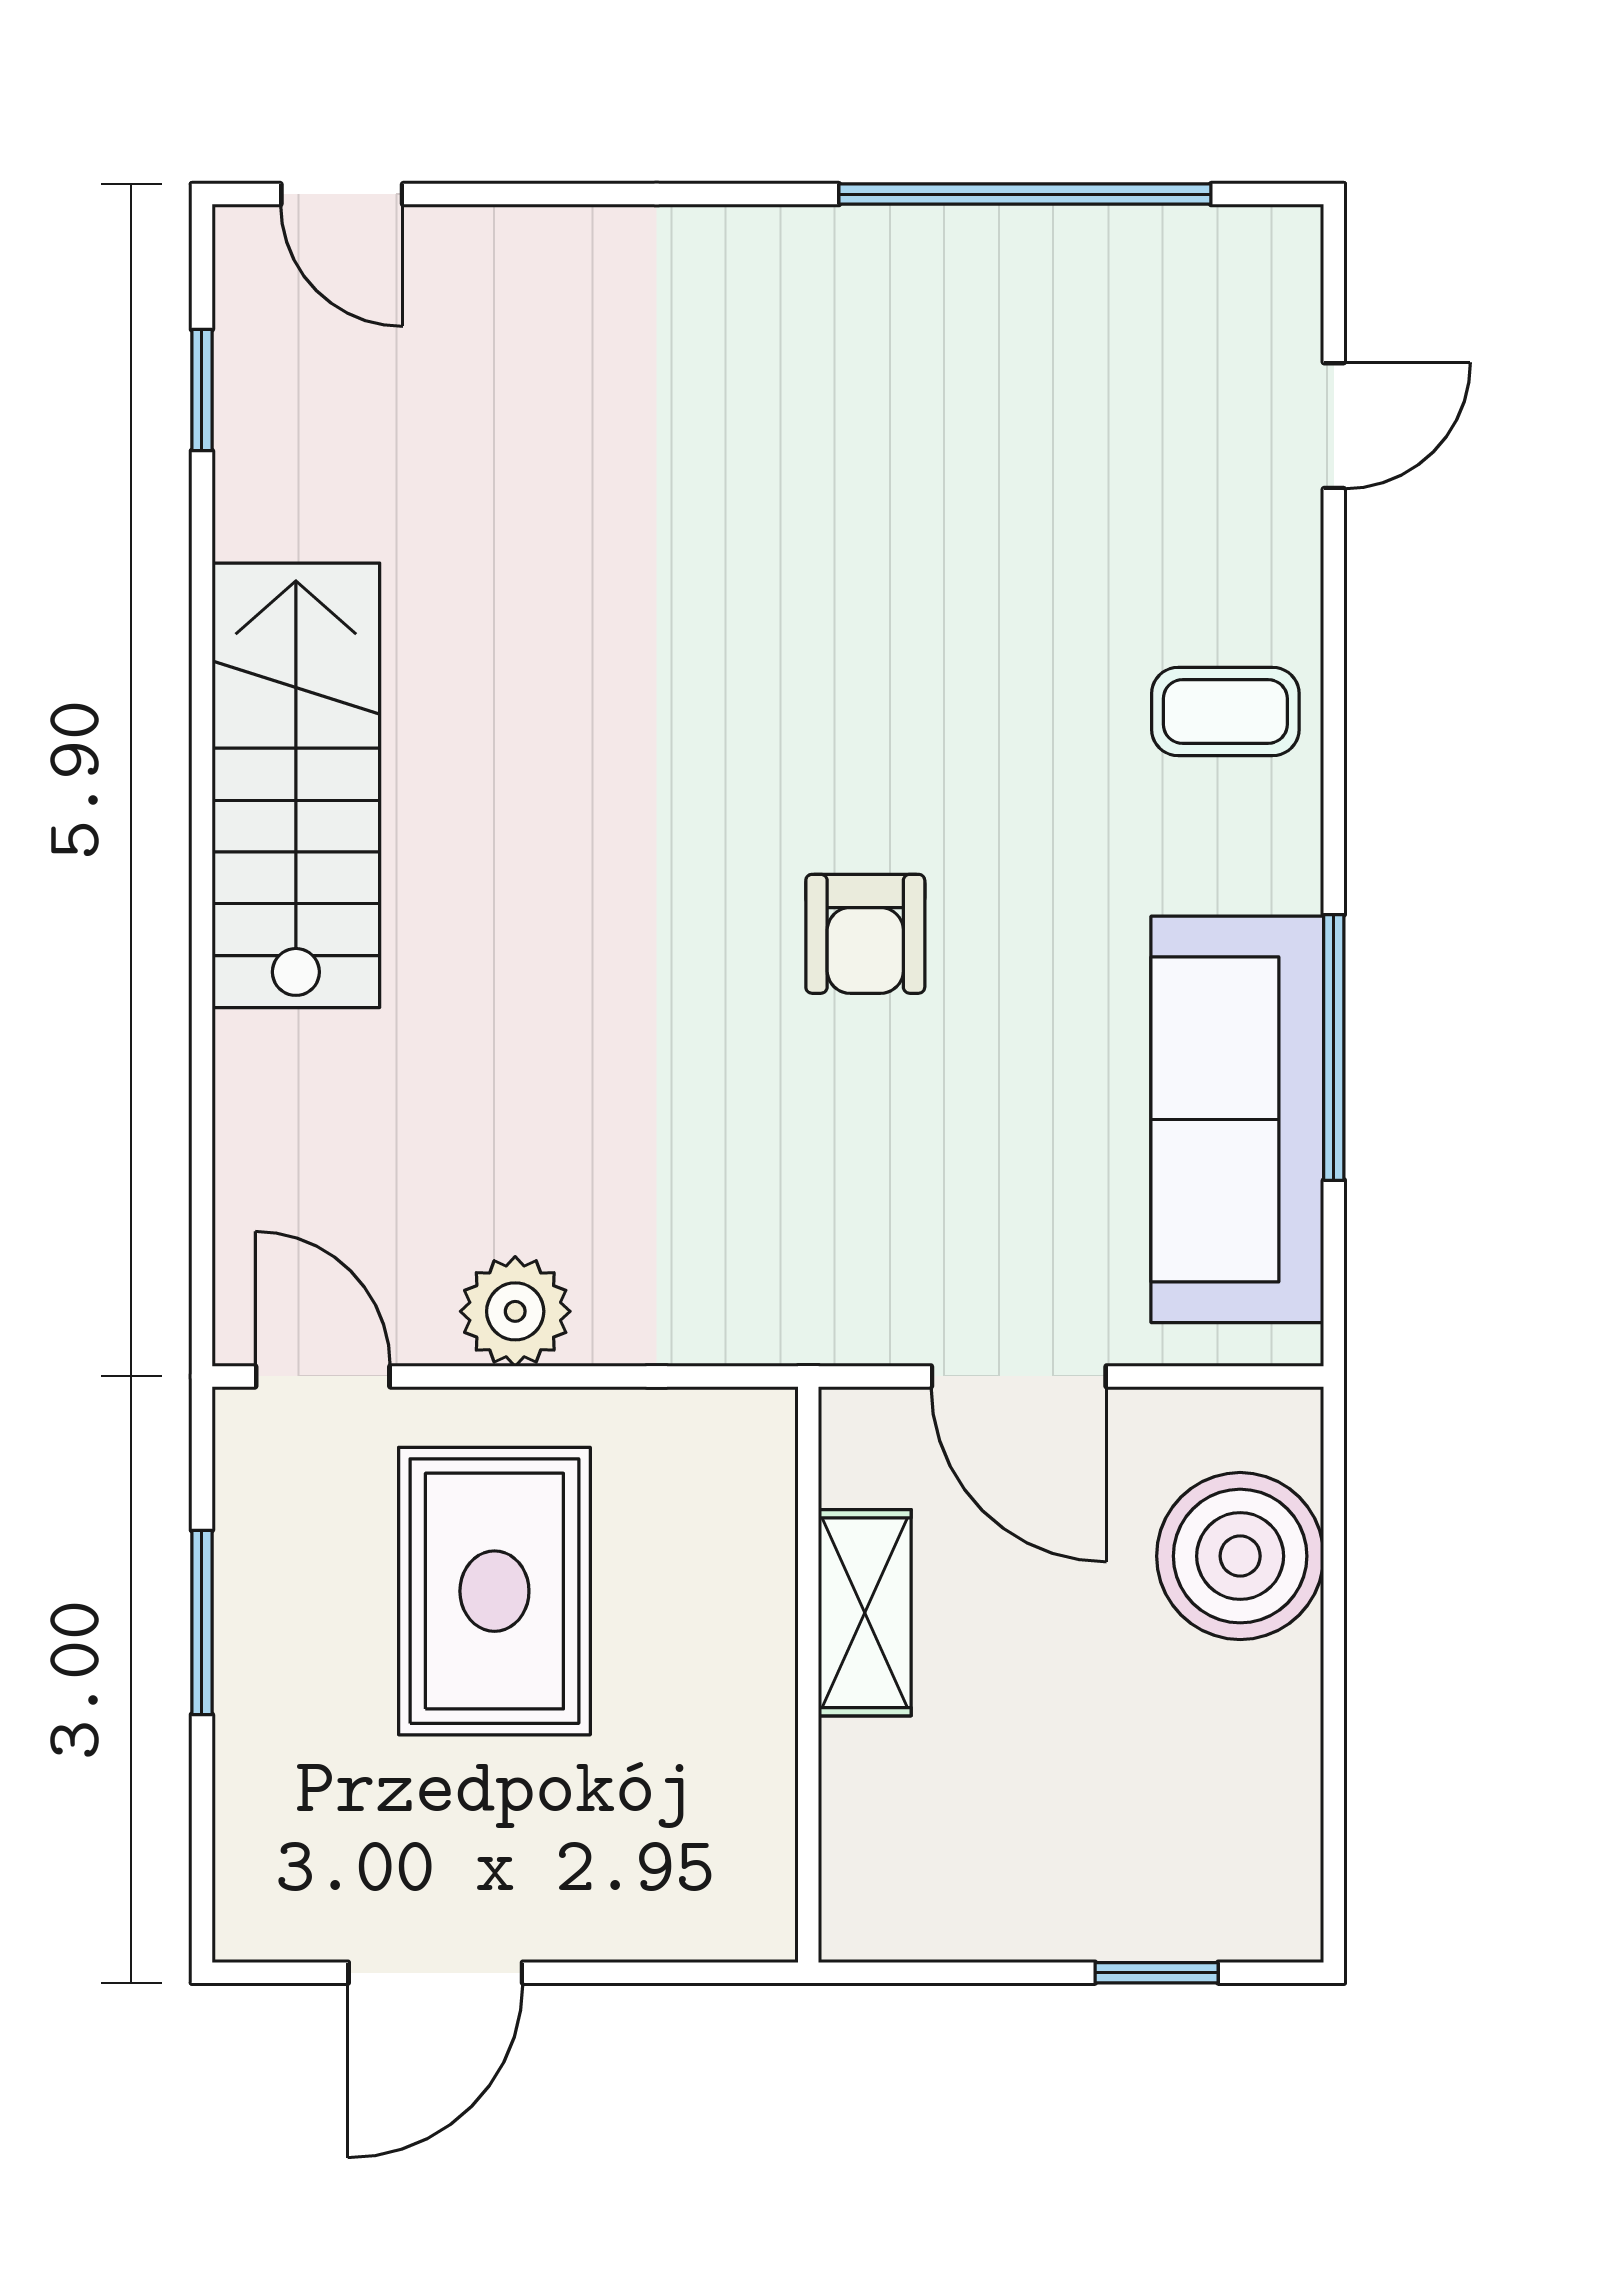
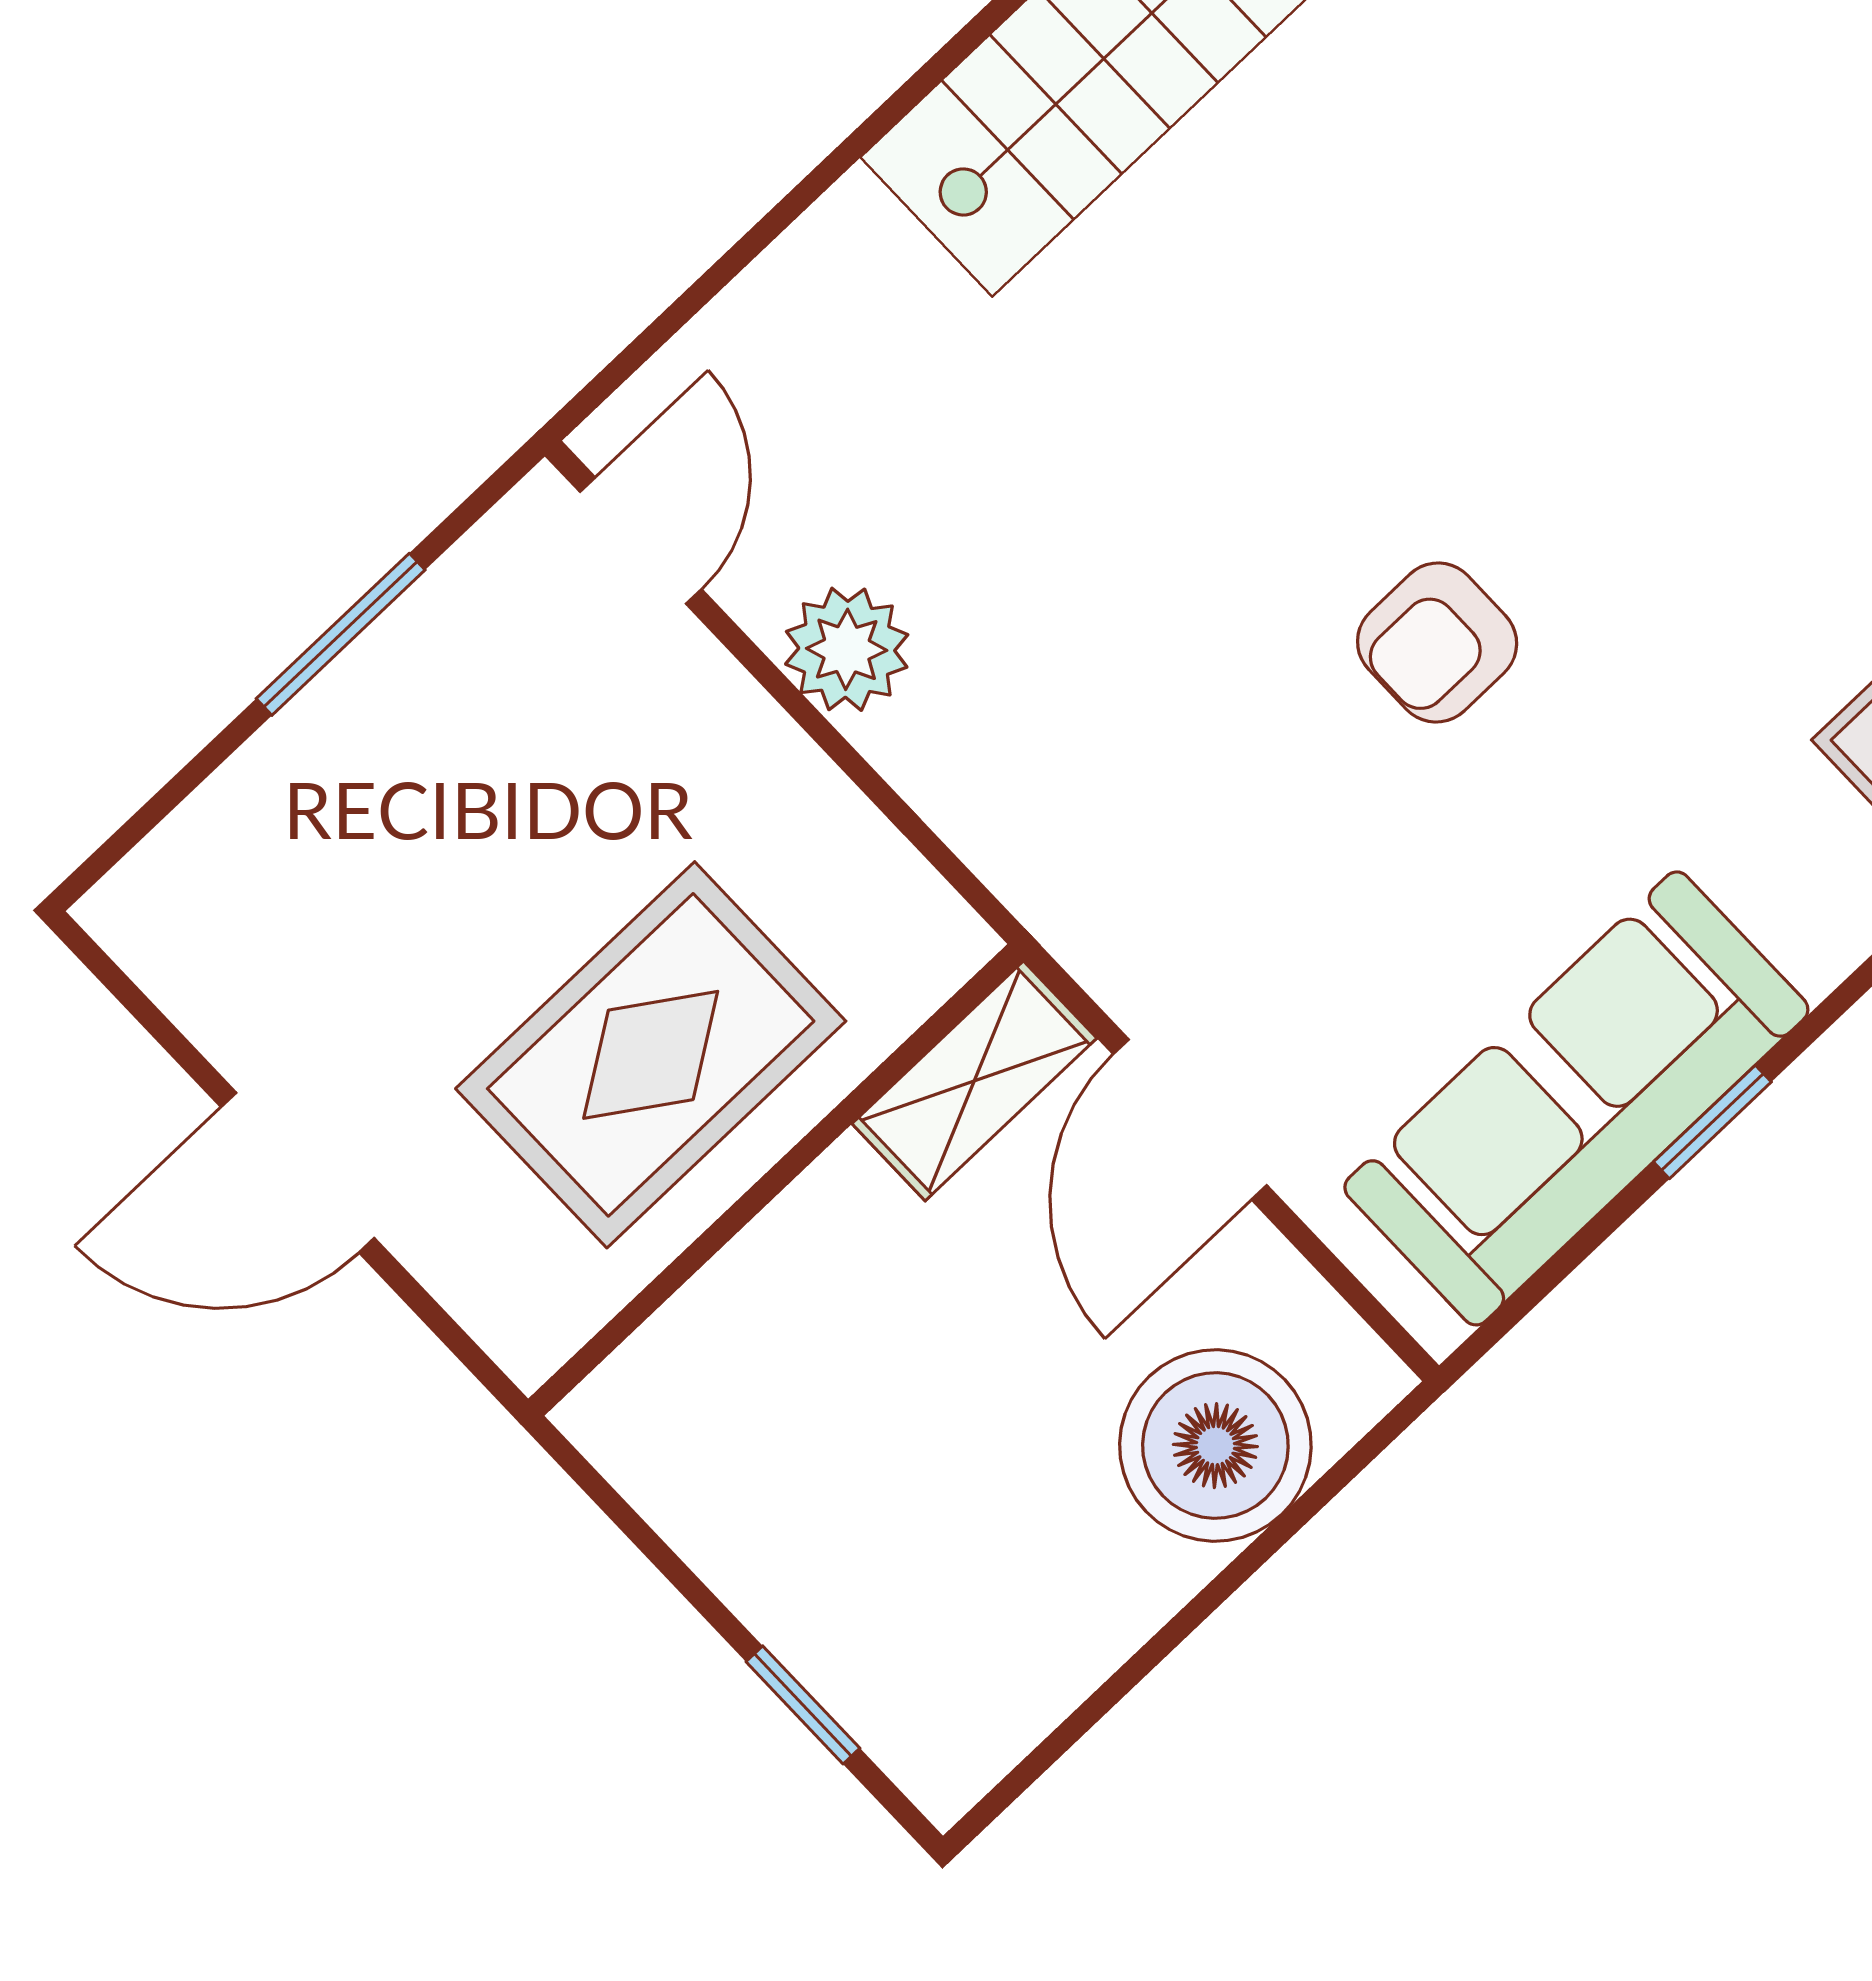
window: (1334, 1047) -> (1712, 1122), width x0.46
rug: (494, 1591) -> (651, 1055), moved
shelving: (865, 1613) -> (974, 1081), moved
door: (435, 1973) -> (298, 1173), moved

